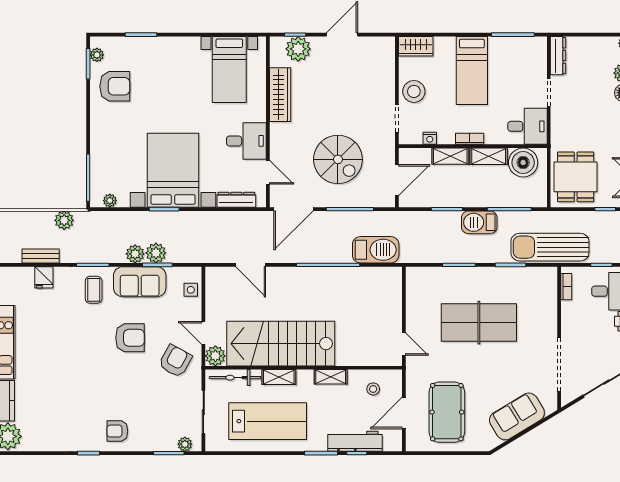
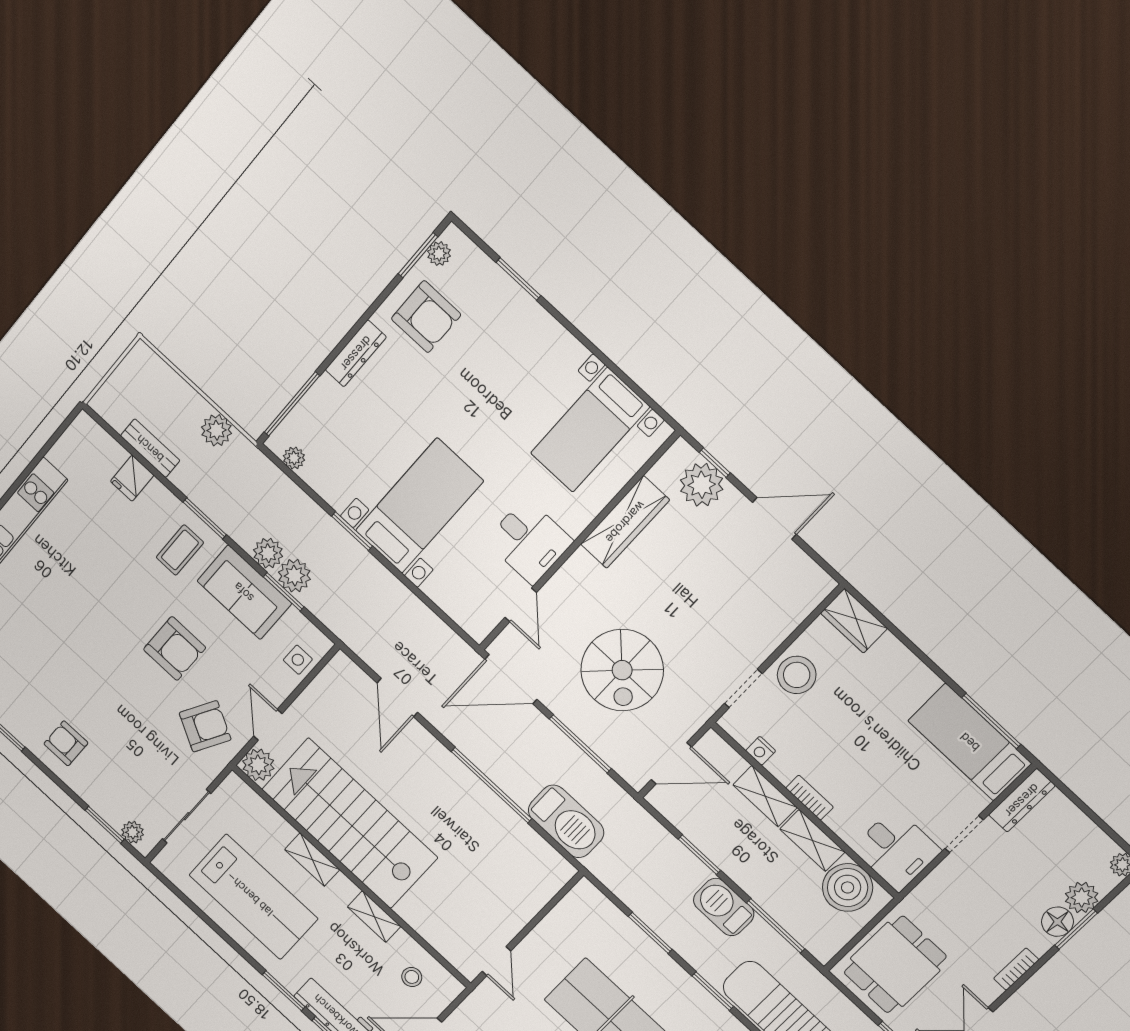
bed: (472, 71) -> (970, 742), moved, turned 90
bed with nightstands: (173, 170) -> (419, 506), width x0.73
dresser: (236, 200) -> (356, 353), moved, turned 90
bicycle: (235, 378) -> (259, 812), removed

